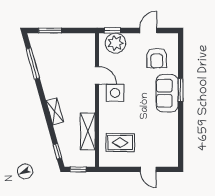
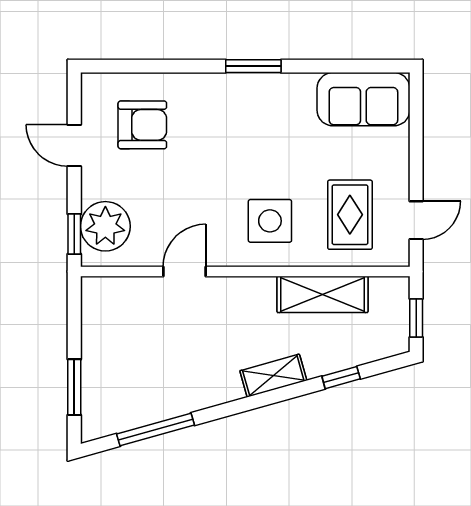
window: (181, 90) -> (253, 66), moved
side table: (115, 93) -> (270, 221), moved
sofa: (167, 93) -> (363, 99), moved
window: (57, 151) -> (341, 378), moved
door: (148, 169) -> (416, 220), moved

